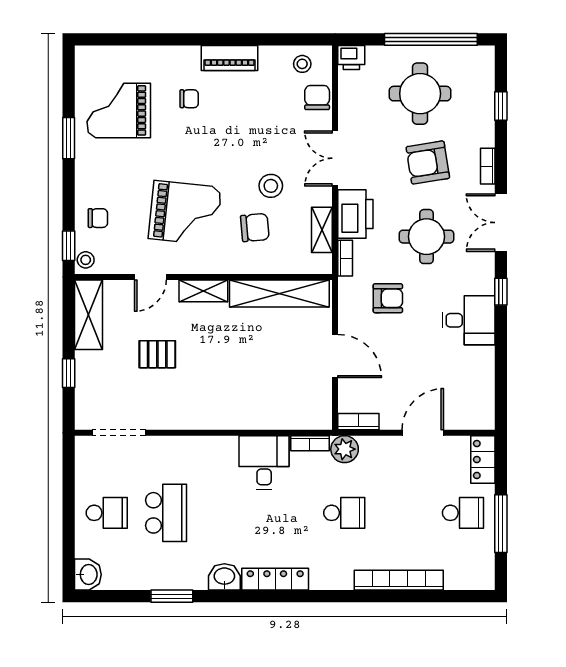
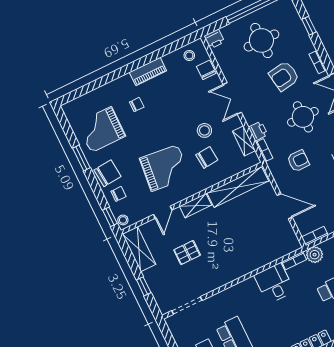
chair: (96, 180) -> (107, 173), added
printer: (355, 214) -> (258, 131), width x0.53, depth x0.68

